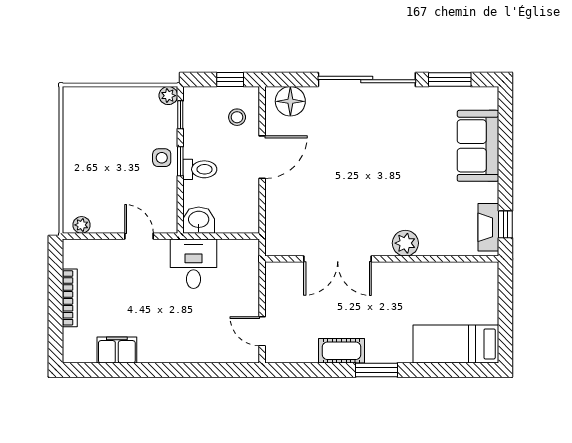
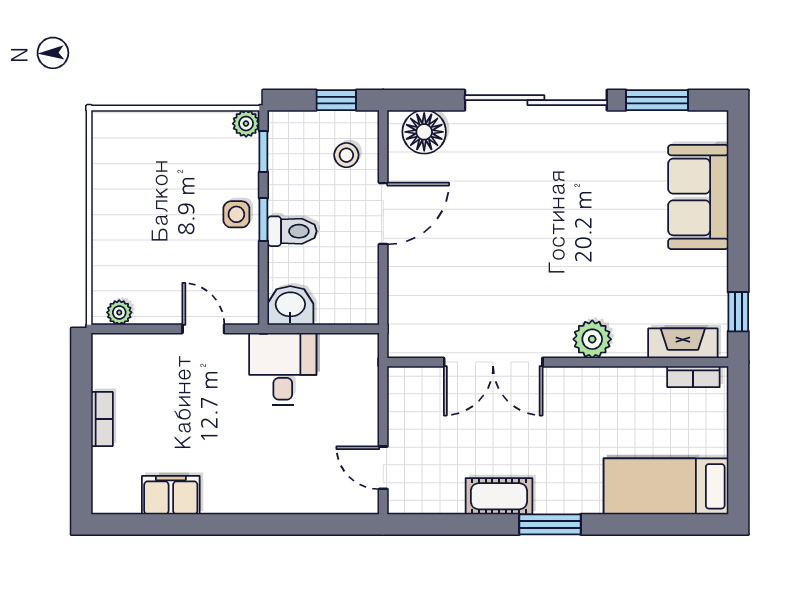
fireplace: (488, 227) -> (683, 343), moved, turned 90
bookcase: (475, 269) -> (693, 377), added
bookcase: (70, 298) -> (102, 419), width x0.64

